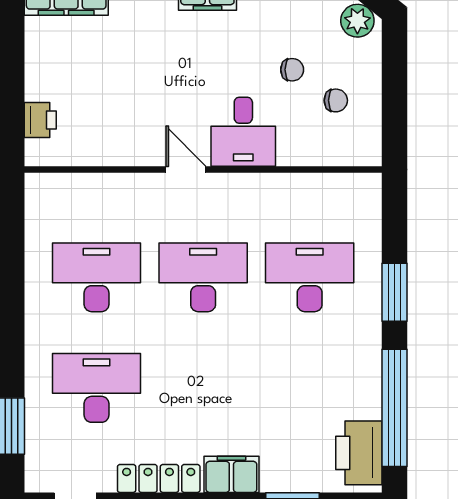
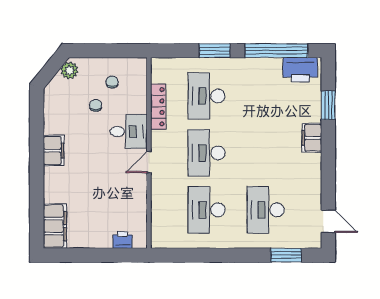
locker: (159, 478) -> (158, 107), moved, turned 180

